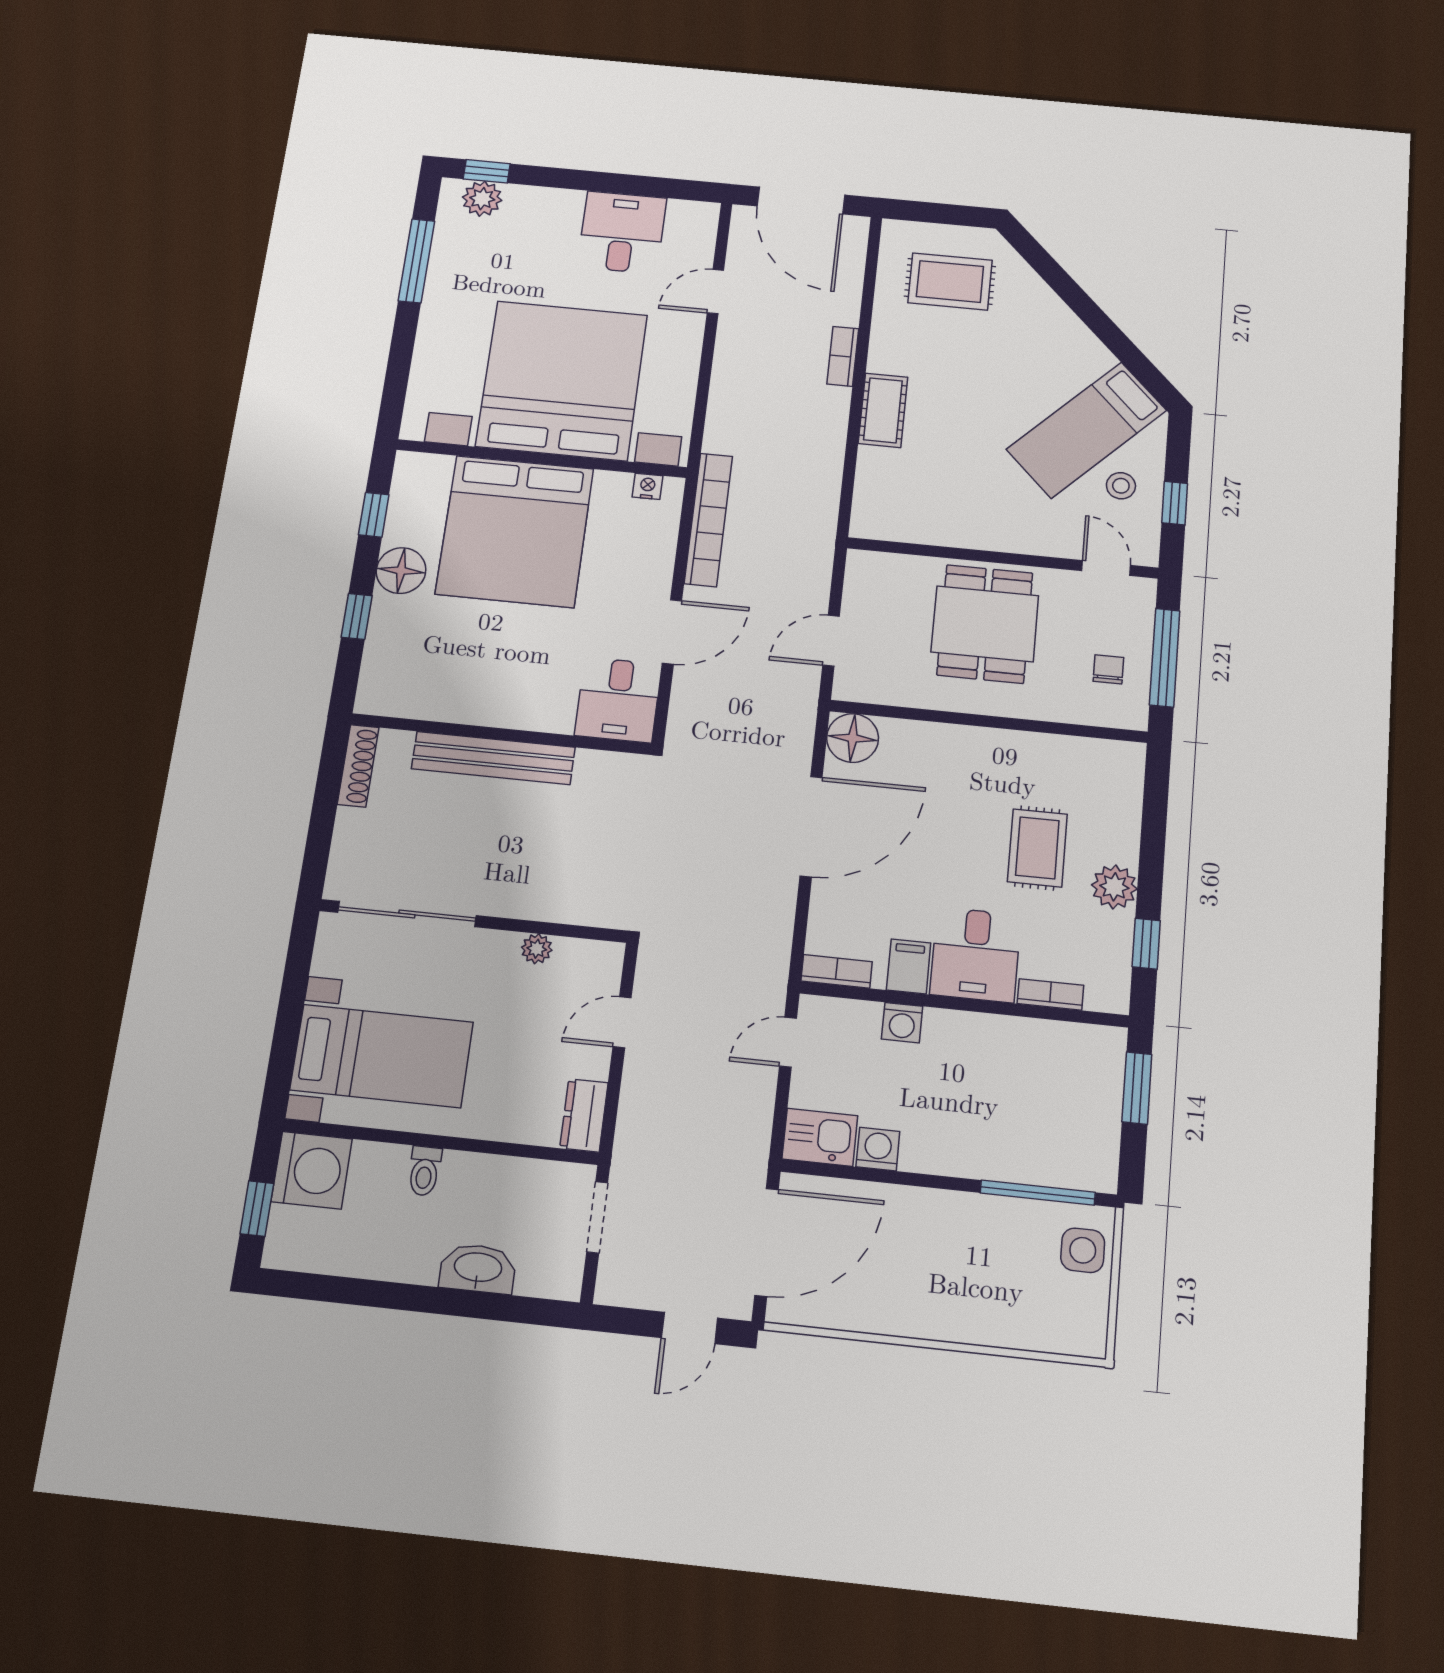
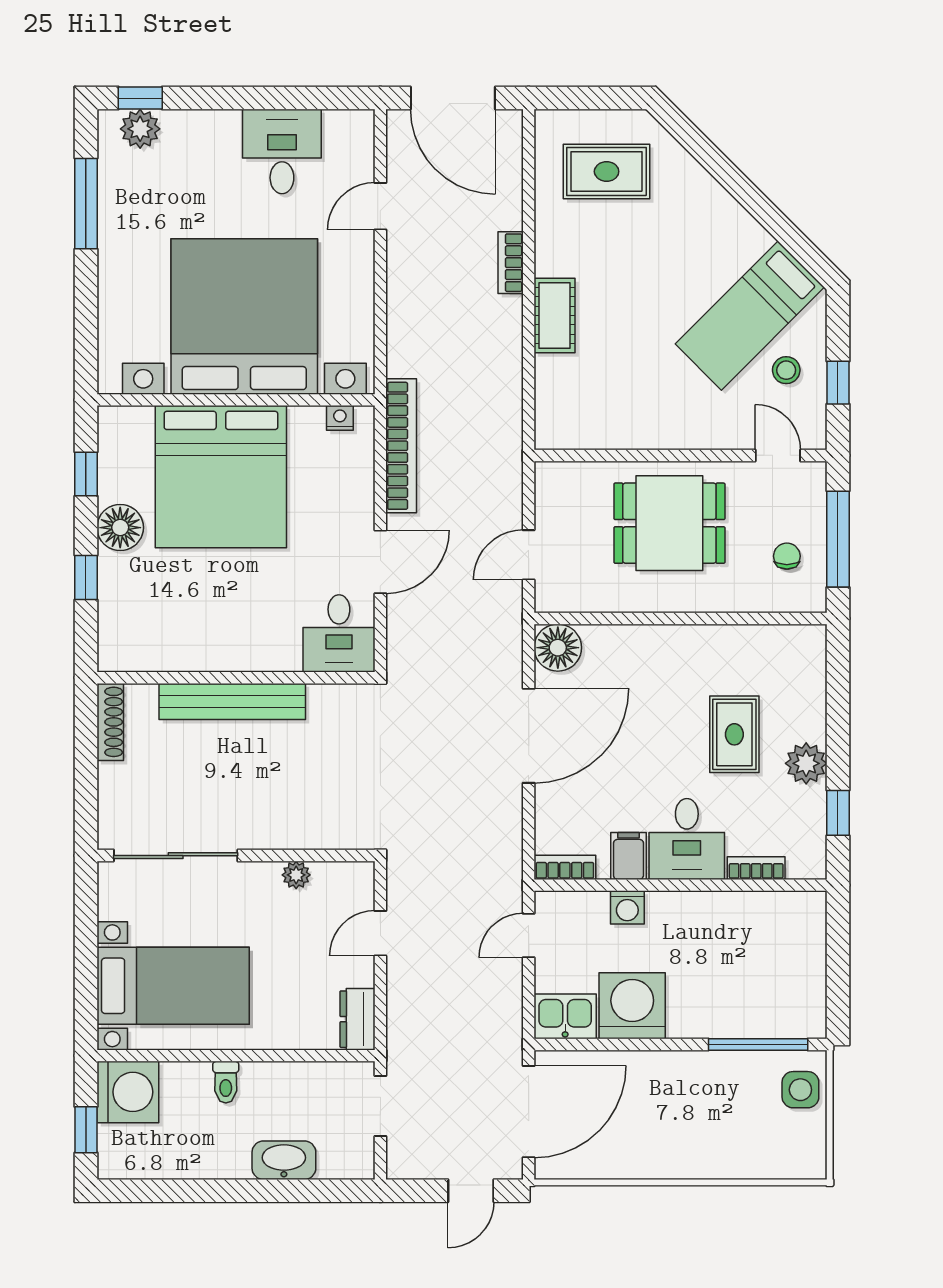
dining table: (985, 624) -> (669, 523), turned 90
window: (1137, 1088) -> (838, 944), removed
washing machine: (878, 1149) -> (632, 1006), width x1.89, depth x1.89

